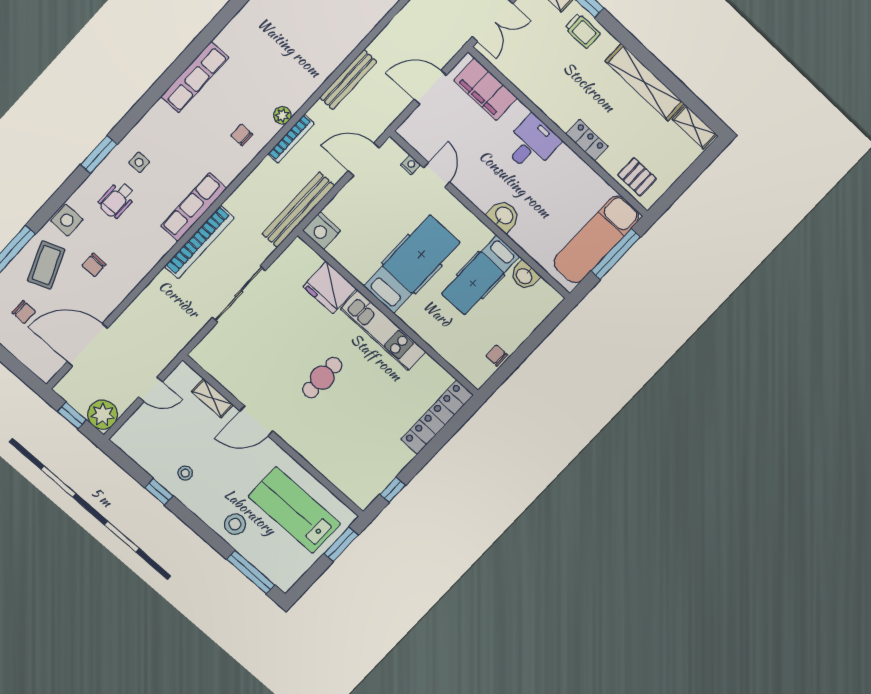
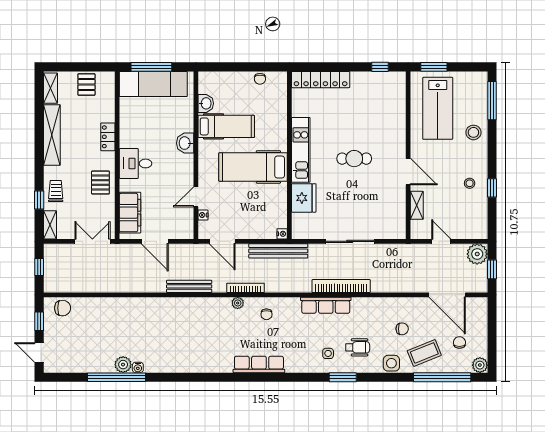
pallet: (547, 87) -> (100, 182), added
pallet: (637, 177) -> (86, 84), moved
nightstand: (322, 231) -> (282, 234), width x0.53, depth x0.56

